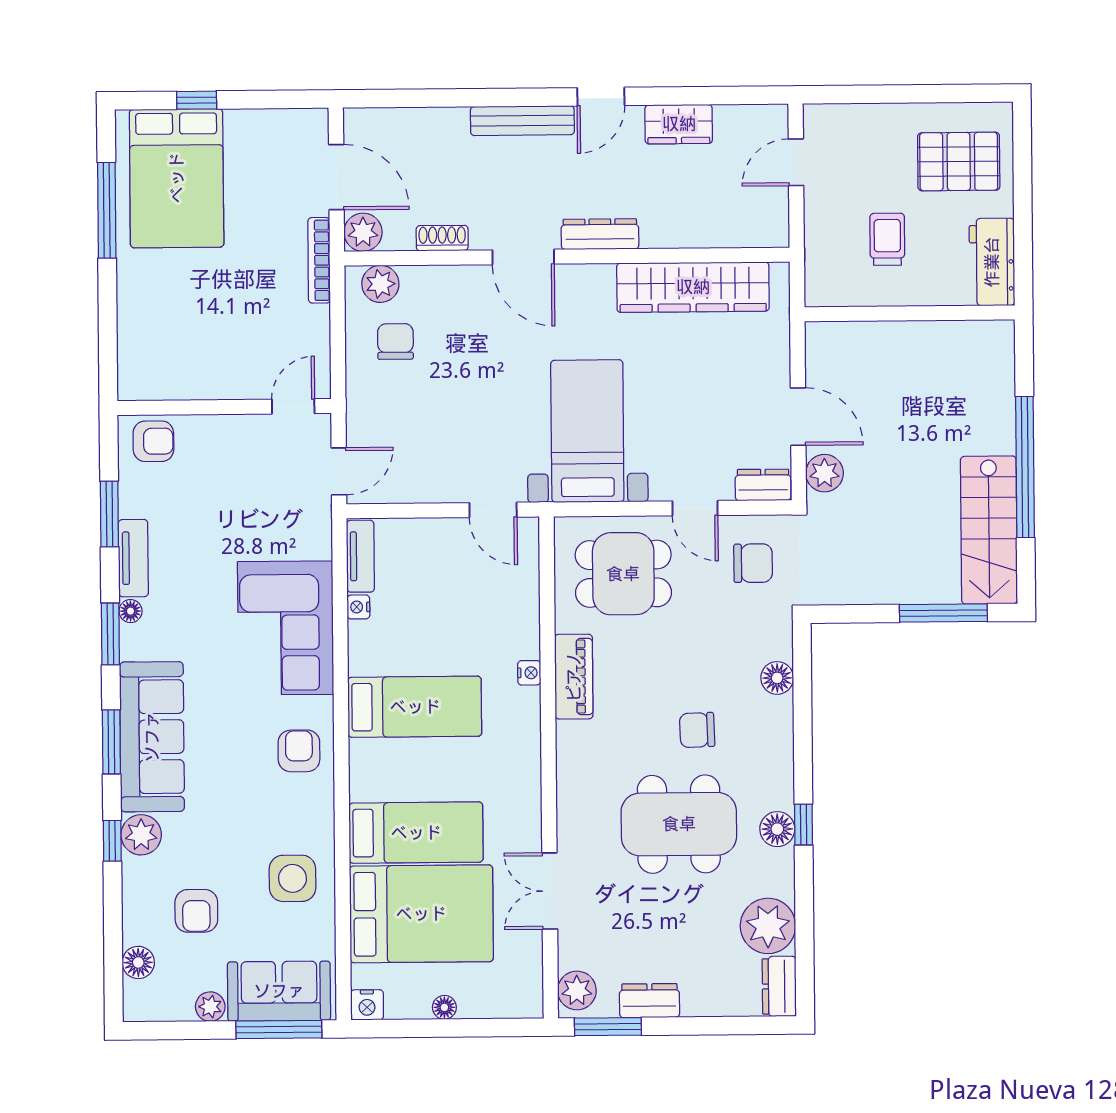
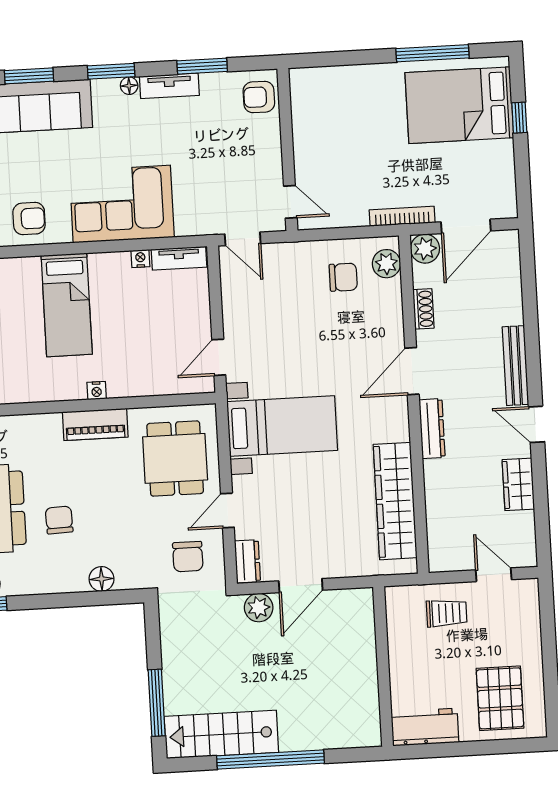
trolley: (887, 239) -> (447, 613), moved
armchair: (153, 441) -> (259, 97), turned 90

